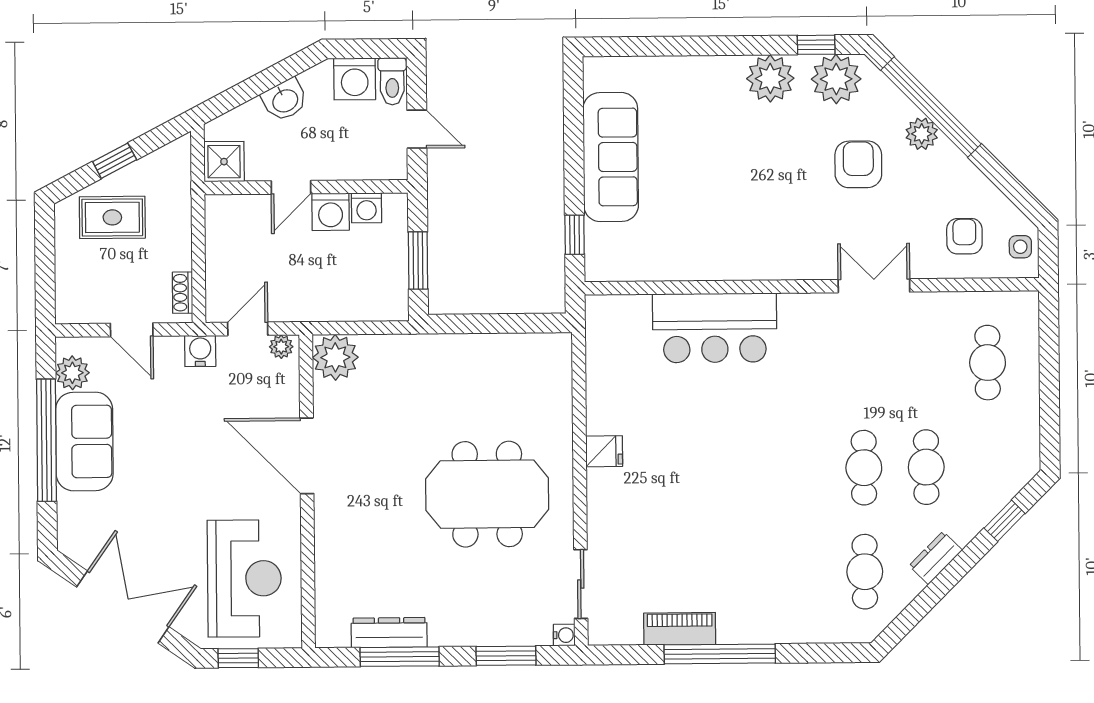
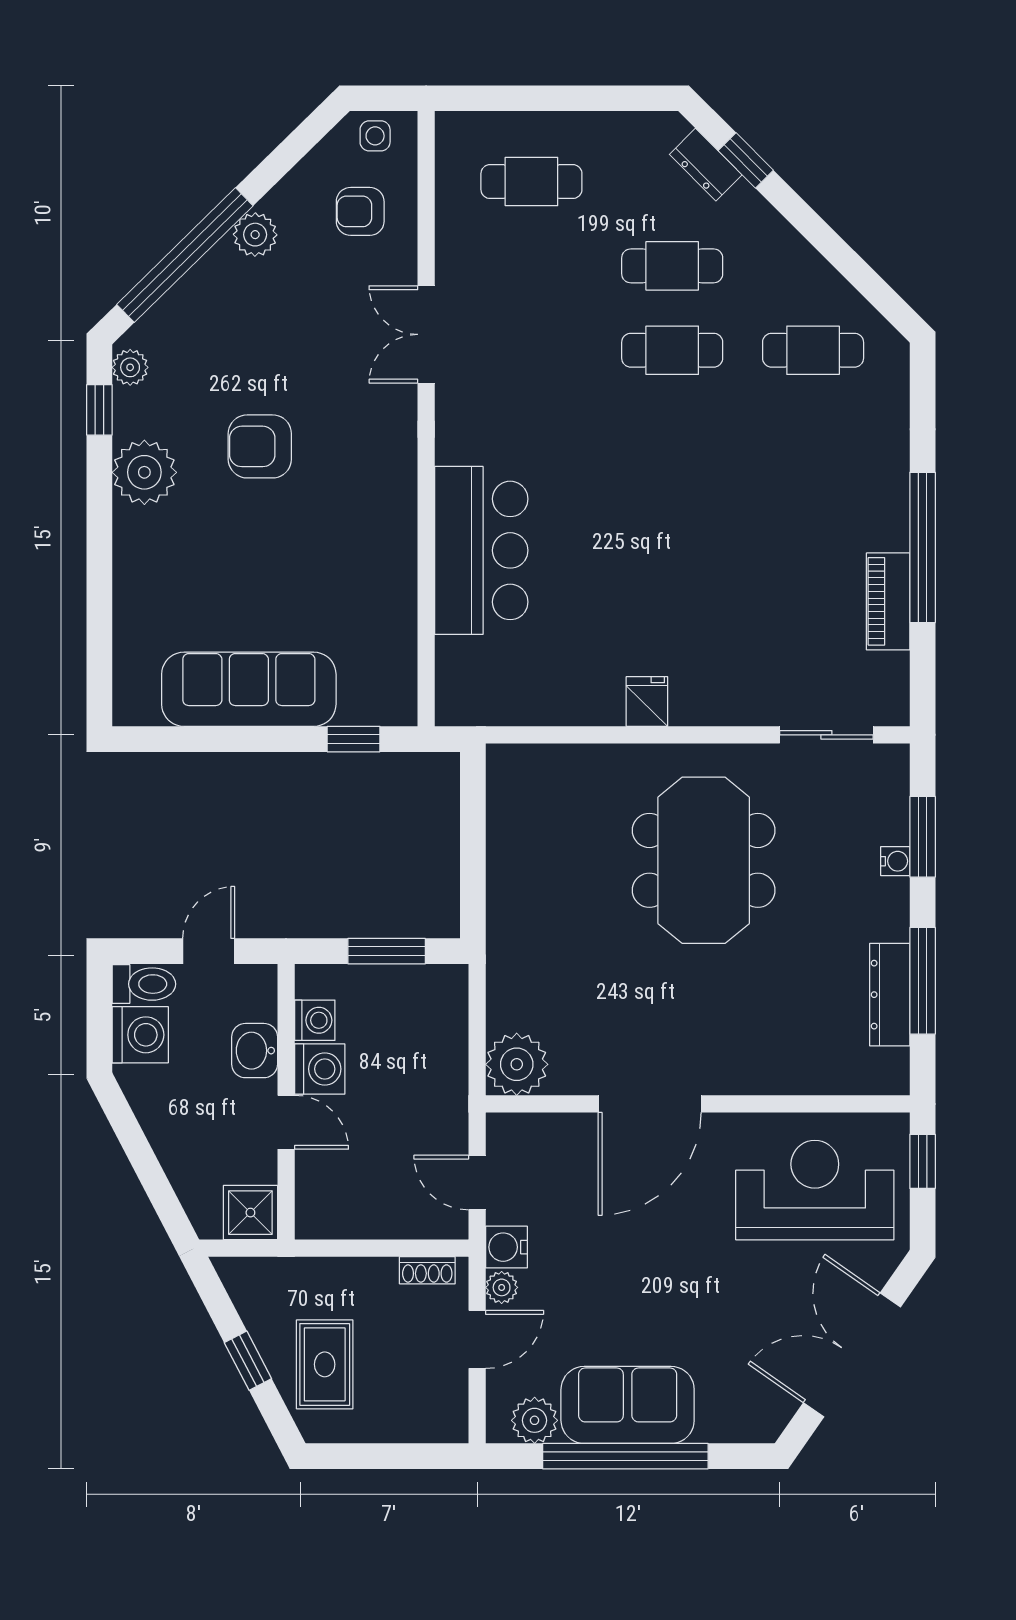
plant: (836, 79) -> (130, 367), width x0.53, depth x0.53
washbasin: (285, 100) -> (255, 1051), moved, turned -152
plant: (922, 134) -> (255, 235), moved
armchair: (858, 164) -> (260, 446), moved
plant: (281, 347) -> (502, 1287), moved
dresser: (936, 558) -> (706, 165), moved
water cooler: (564, 635) -> (895, 861), moved, turned 90
window: (238, 658) -> (923, 1161), moved

